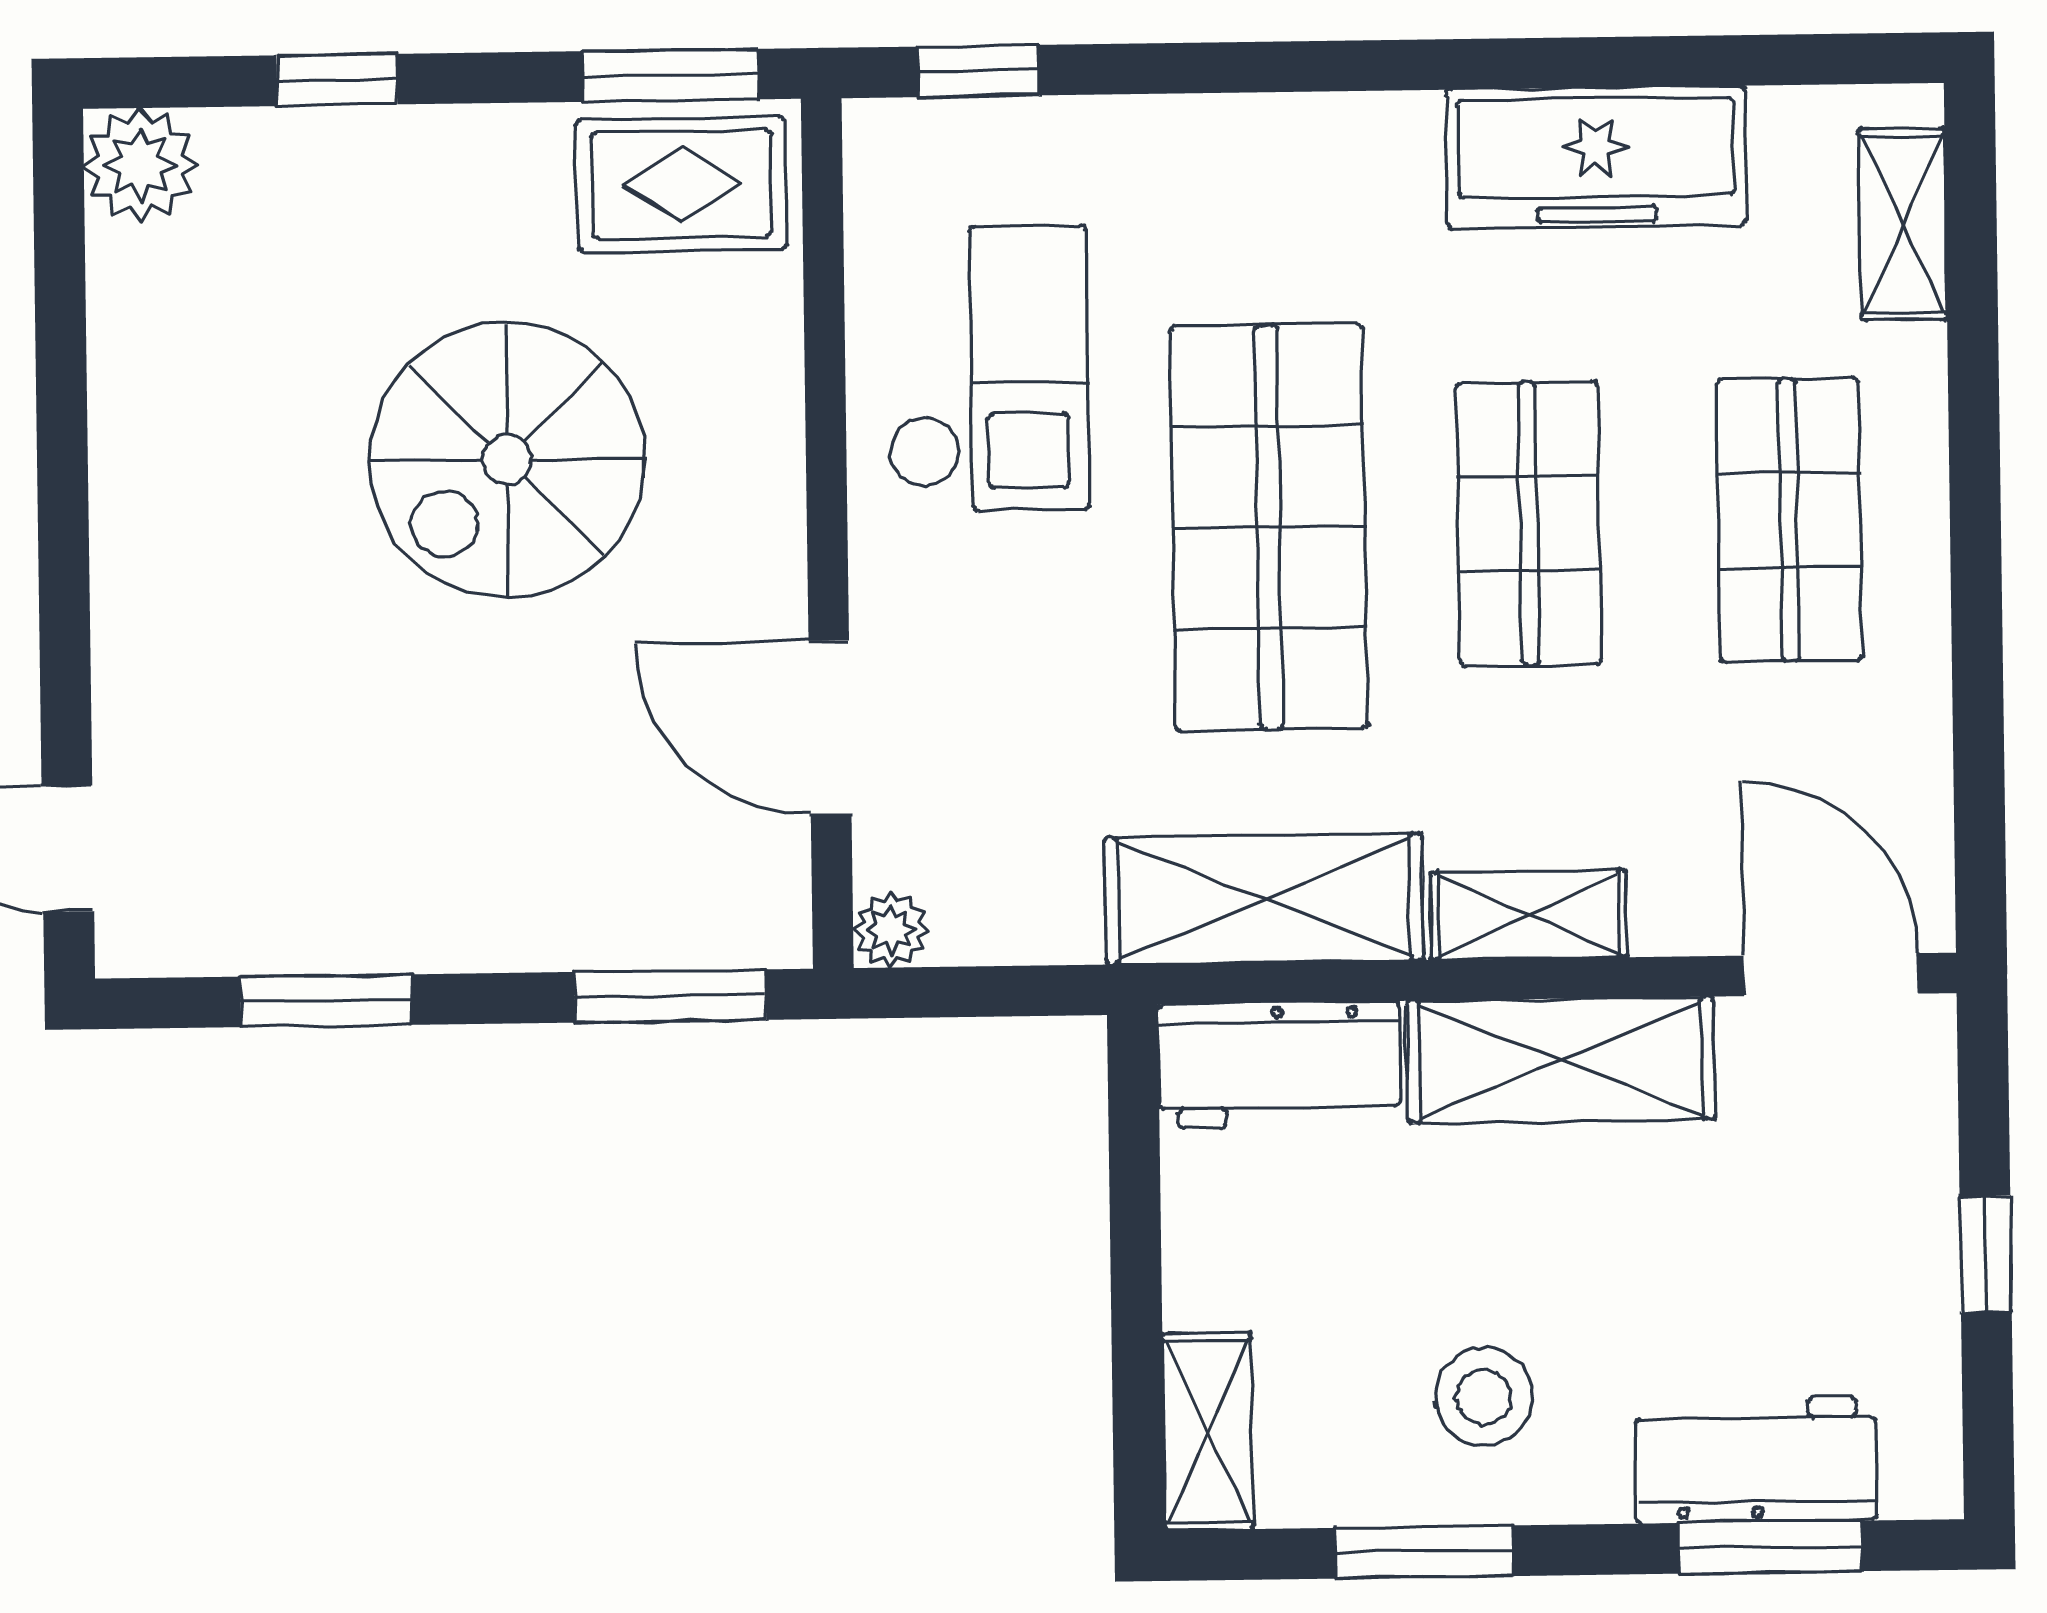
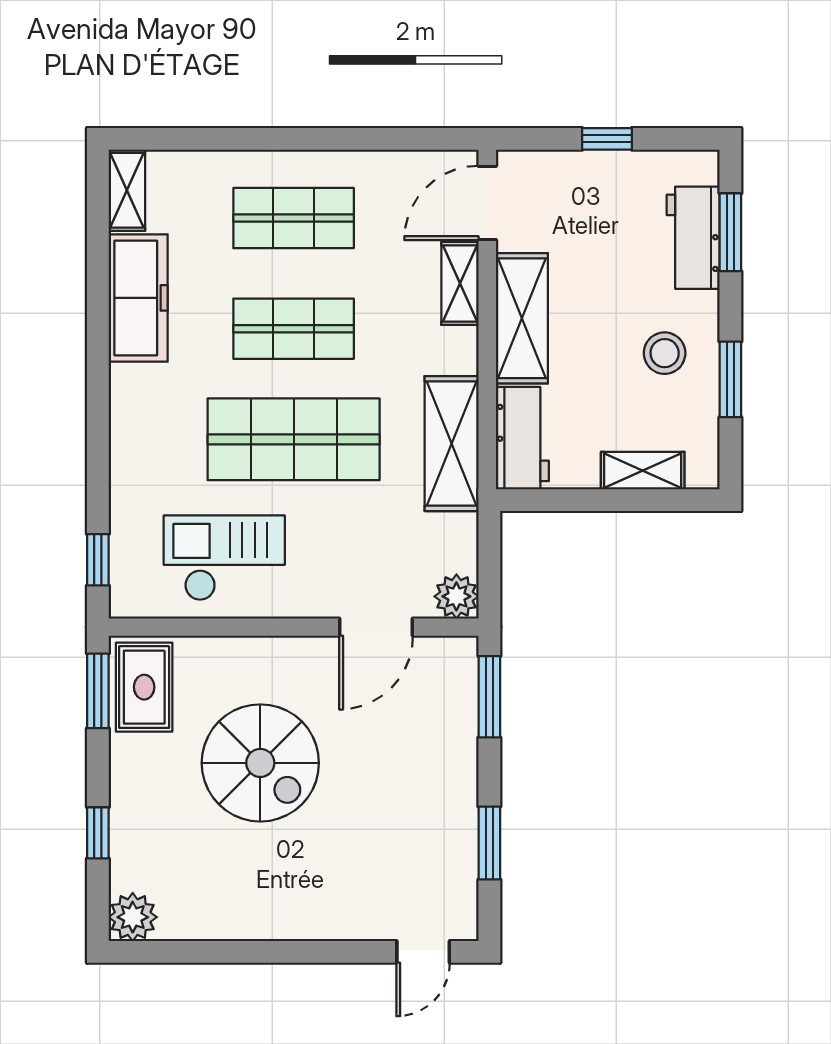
shelving: (1903, 224) -> (127, 190), moved, turned 90
shelving: (1529, 915) -> (460, 283), moved
plant: (891, 930) -> (456, 596), width x1.38, depth x1.38
shelving: (1208, 1431) -> (643, 471), moved

